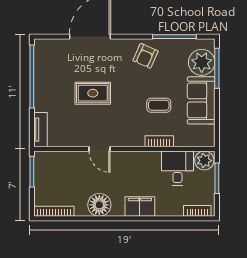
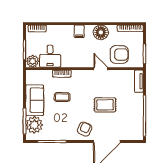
armchair: (145, 56) -> (85, 129), moved
armchair: (71, 171) -> (119, 55), added
filing cabinet: (140, 206) -> (79, 31), width x0.50

